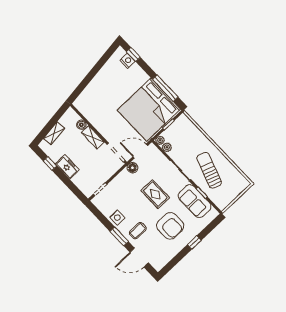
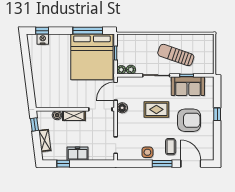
window: (59, 115) -> (35, 124), added
door: (139, 258) -> (191, 164), swing flipped

